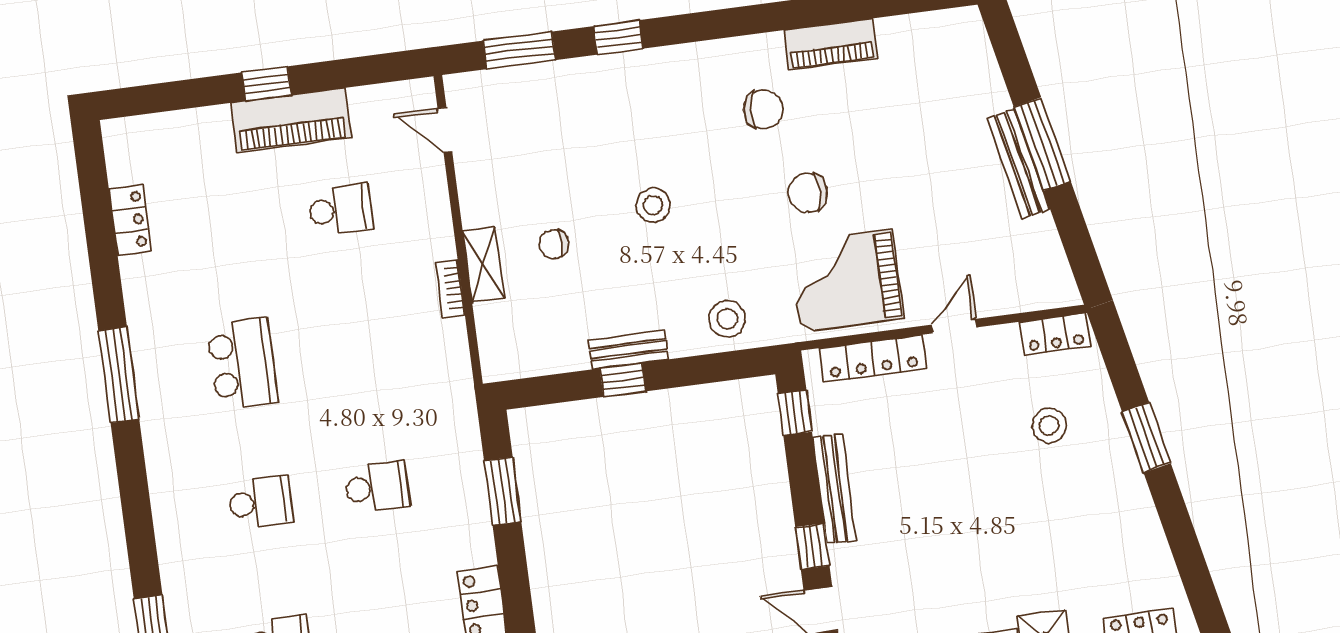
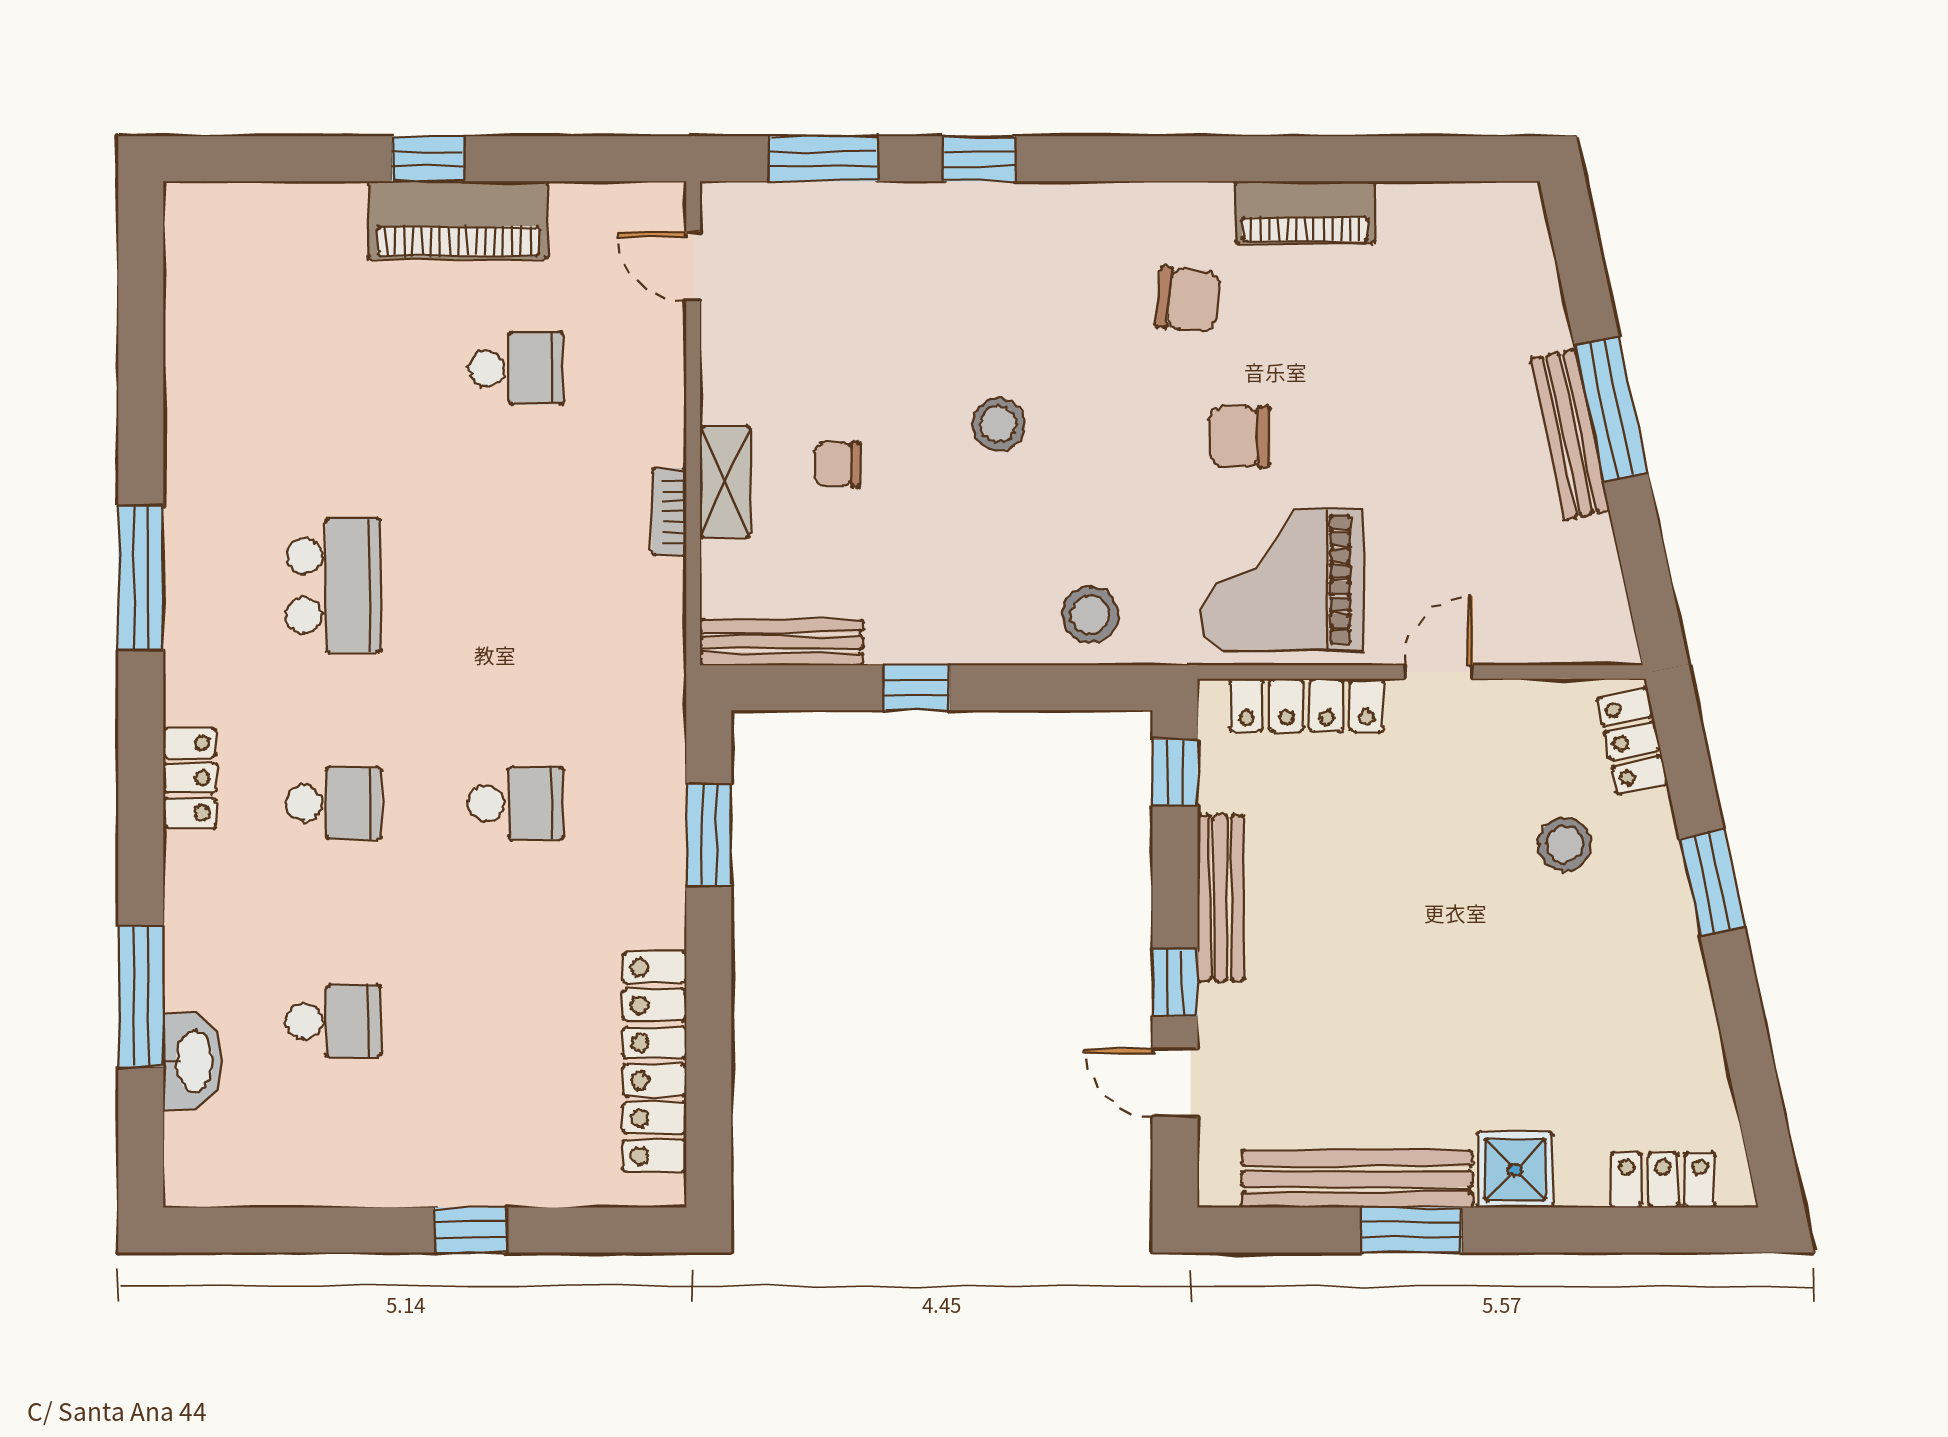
locker: (130, 220) -> (190, 778), moved
locker: (1055, 334) -> (1632, 741), moved, turned 78
bench: (628, 350) -> (782, 642), moved, width x1.36

